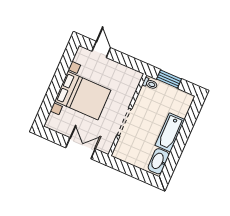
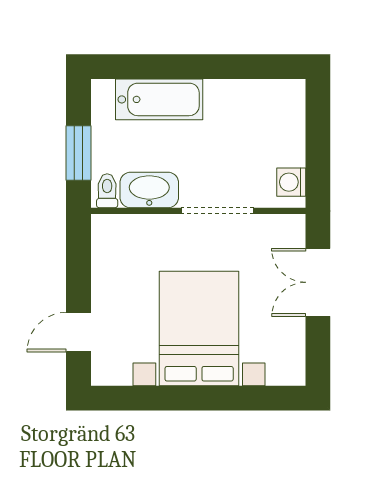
bathtub: (170, 132) -> (159, 99), moved
washing machine: (123, 155) -> (291, 182), added
washbasin: (158, 161) -> (149, 190), moved, turned 180

